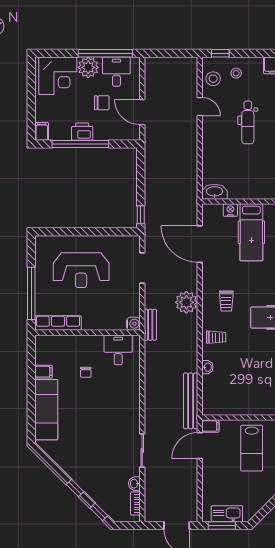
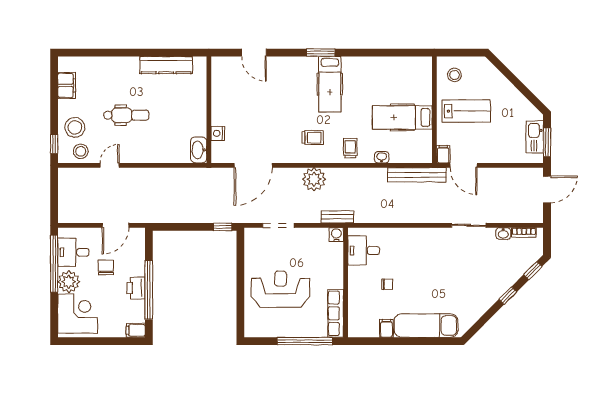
stool: (236, 73) -> (75, 127), width x1.89, depth x1.89
hospital bed: (251, 232) -> (402, 117), moved, turned 180
reception desk: (81, 270) -> (280, 289), turned -90

